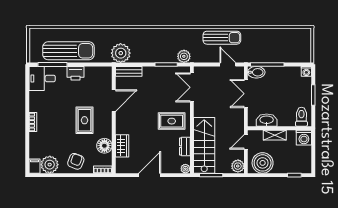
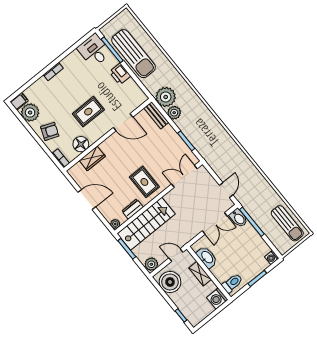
sun lounger: (222, 38) -> (287, 223), moved
plant: (184, 56) -> (174, 113), moved
double door: (246, 94) -> (215, 224), swing flipped

